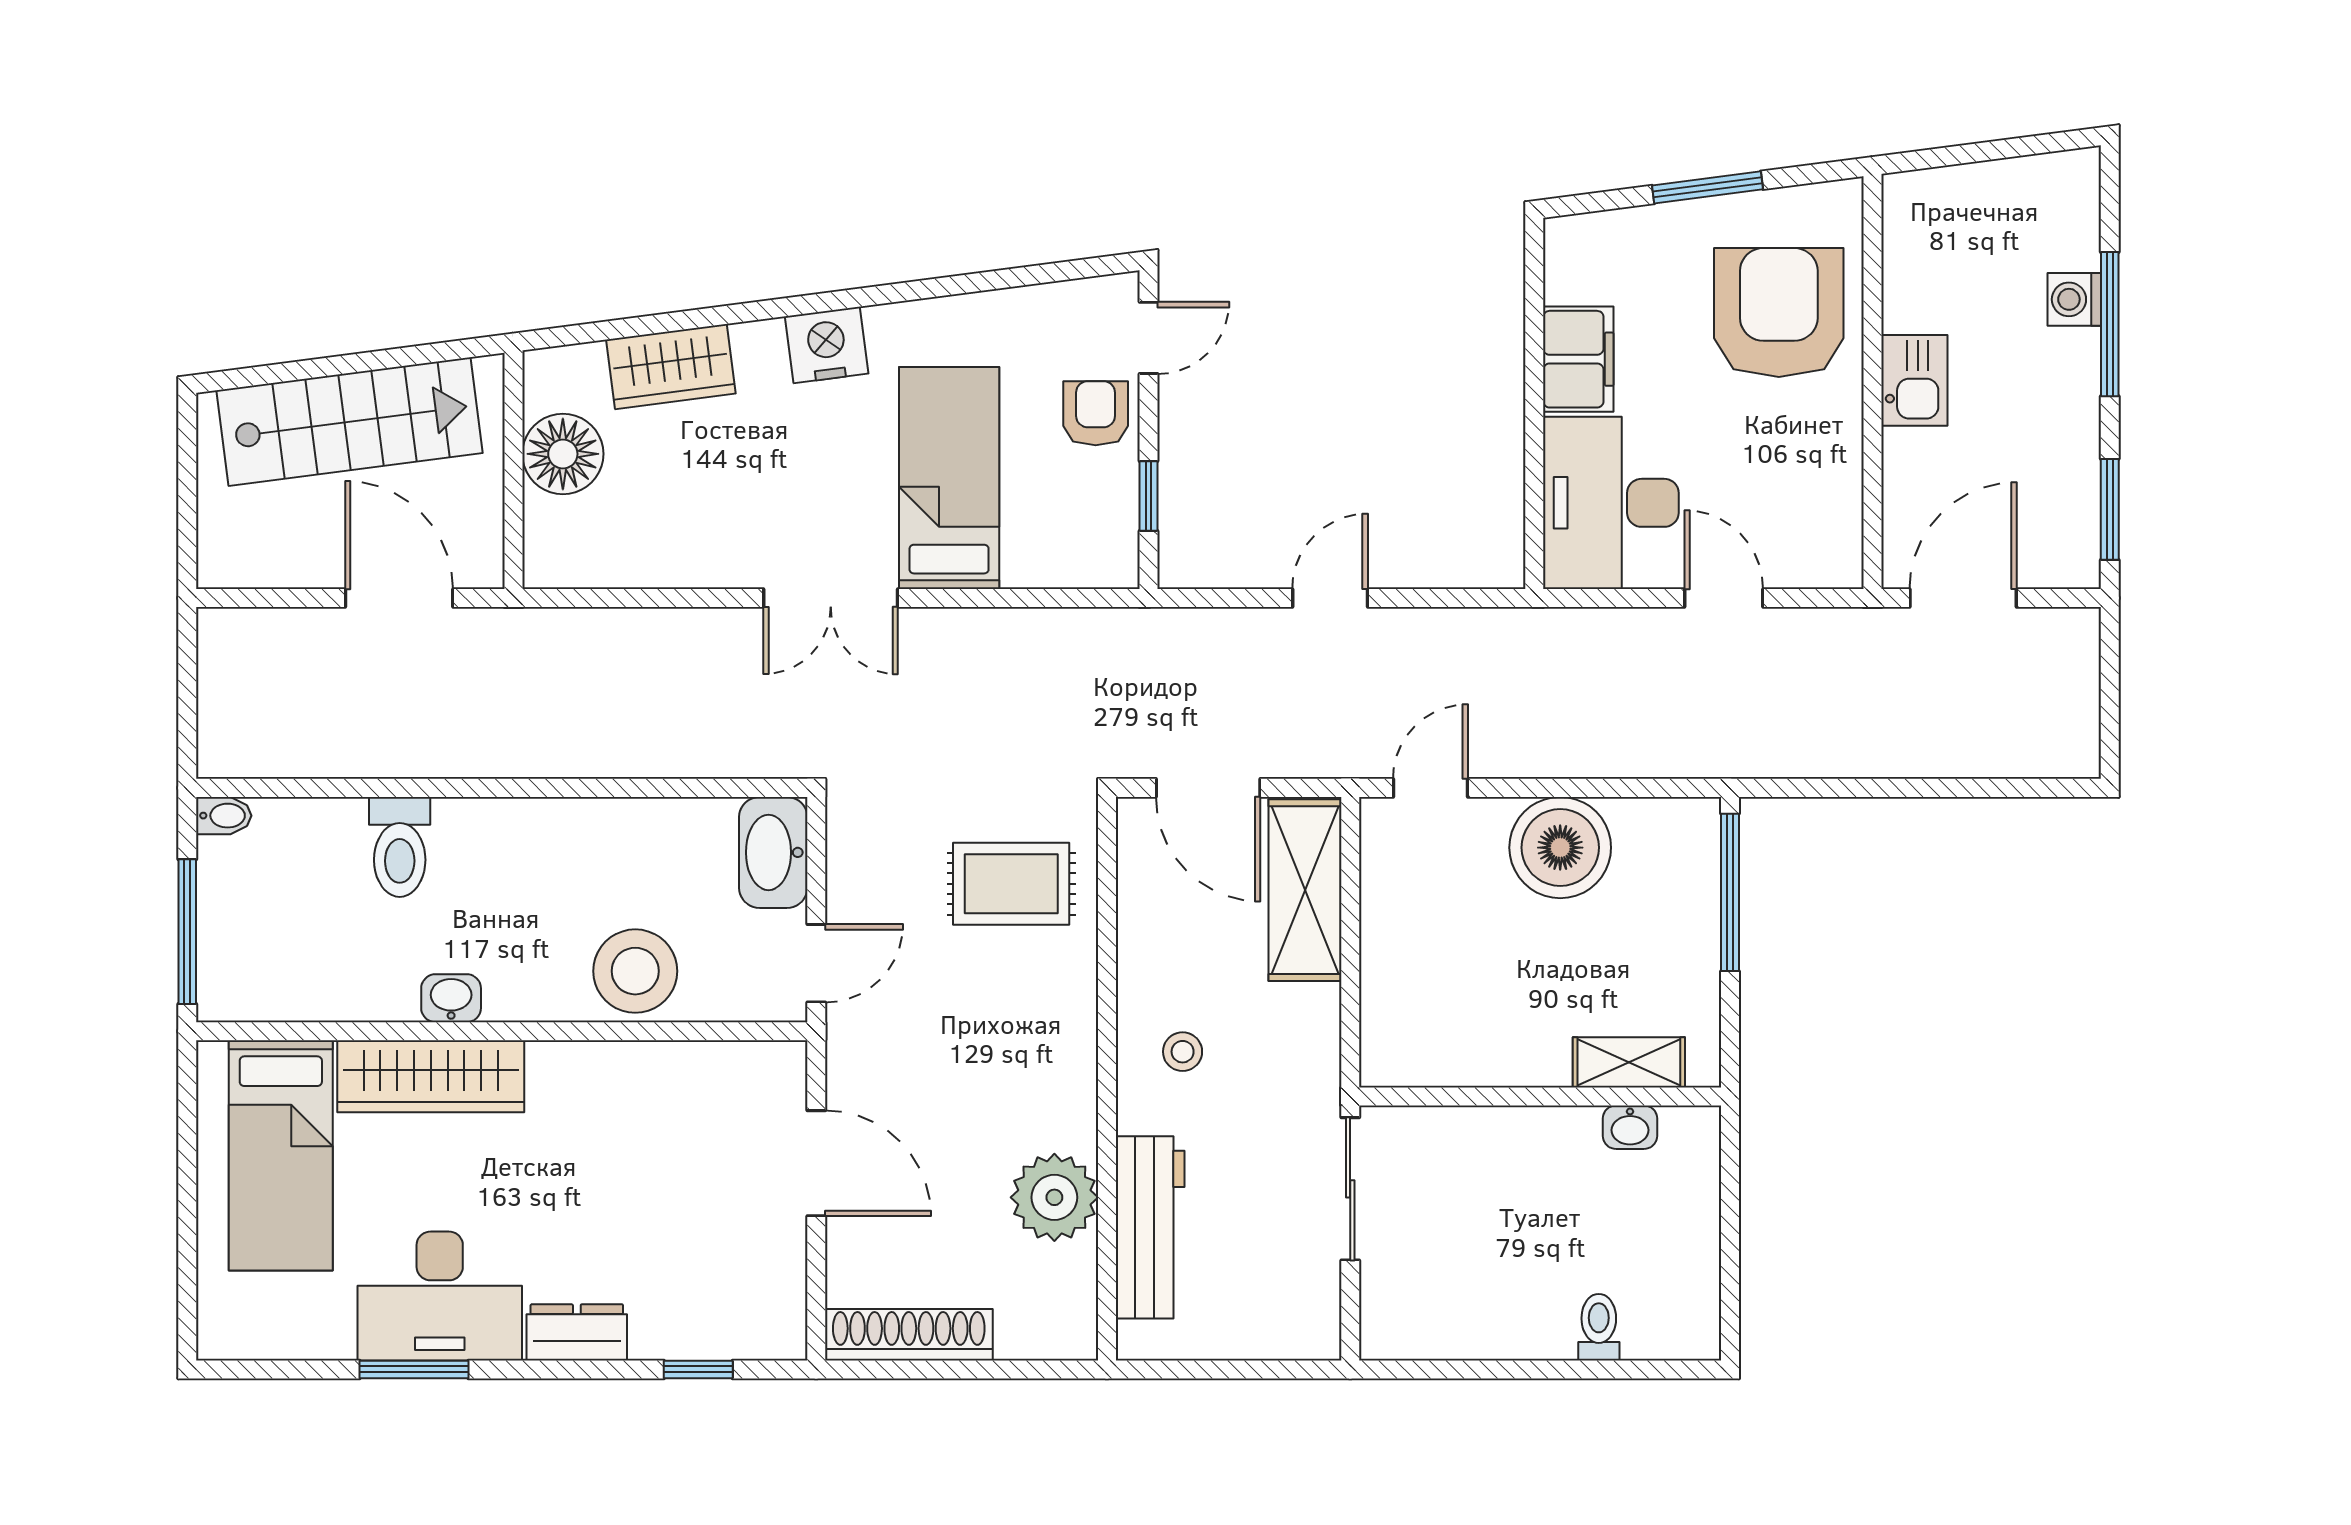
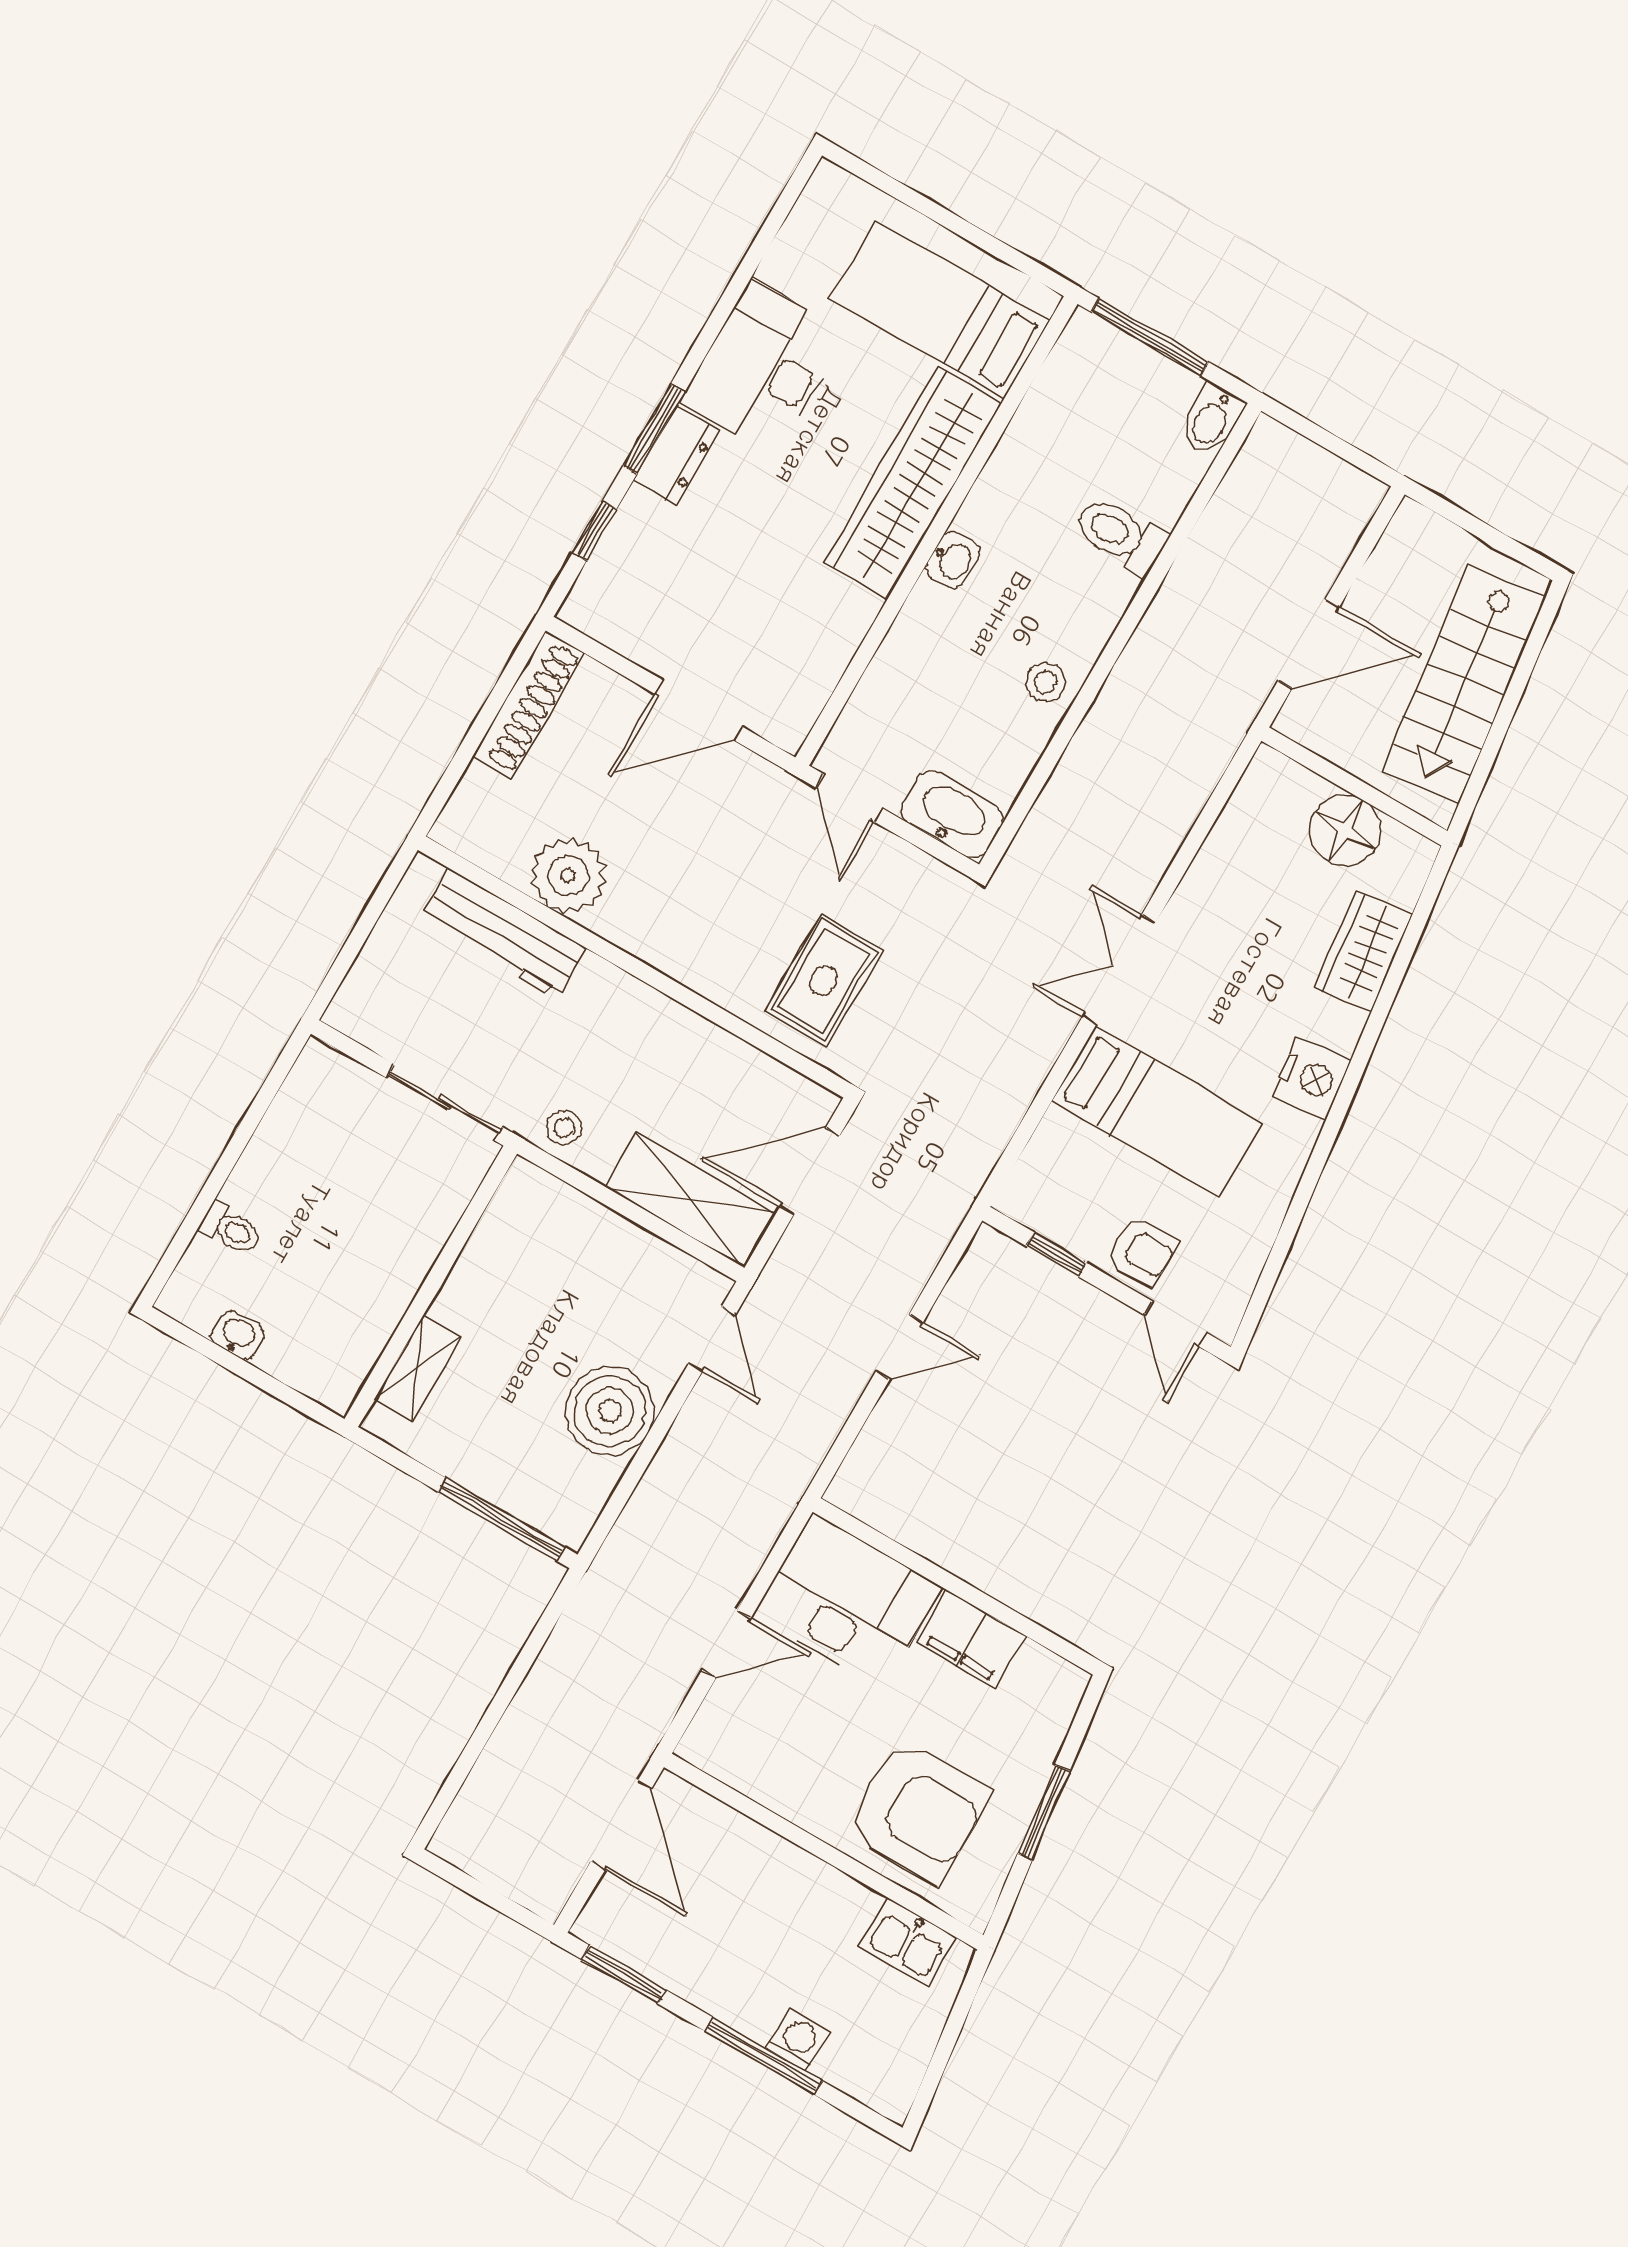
kitchen sink: (1914, 380) -> (908, 1942), moved
door: (1330, 598) -> (900, 1347), hinge flipped
bidet: (224, 816) -> (1212, 420), width x1.38, depth x1.36
stool: (635, 971) -> (1046, 682), moved, width x0.53, depth x0.53
washbasin: (451, 998) -> (953, 560), moved
stool: (1183, 1052) -> (564, 1128), moved
wardrobe: (431, 1076) -> (913, 483), width x1.40, depth x1.17
washbasin: (1630, 1127) -> (238, 1335), moved, turned 90
window: (414, 1369) -> (654, 429), moved

